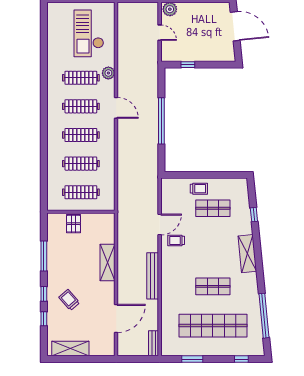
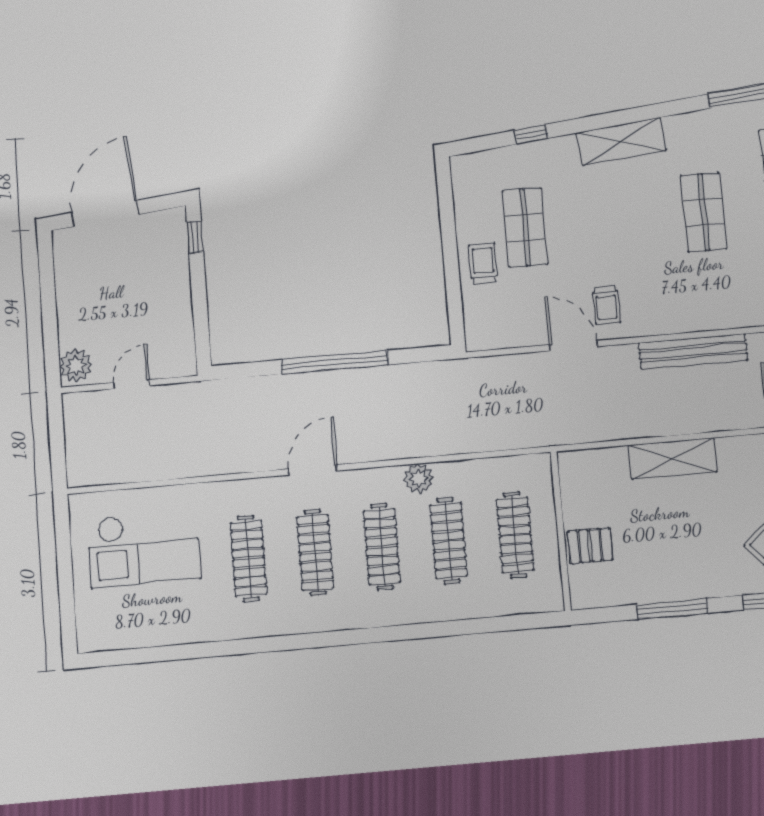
window: (188, 65) -> (195, 237), moved
plant: (108, 73) -> (419, 478), moved

